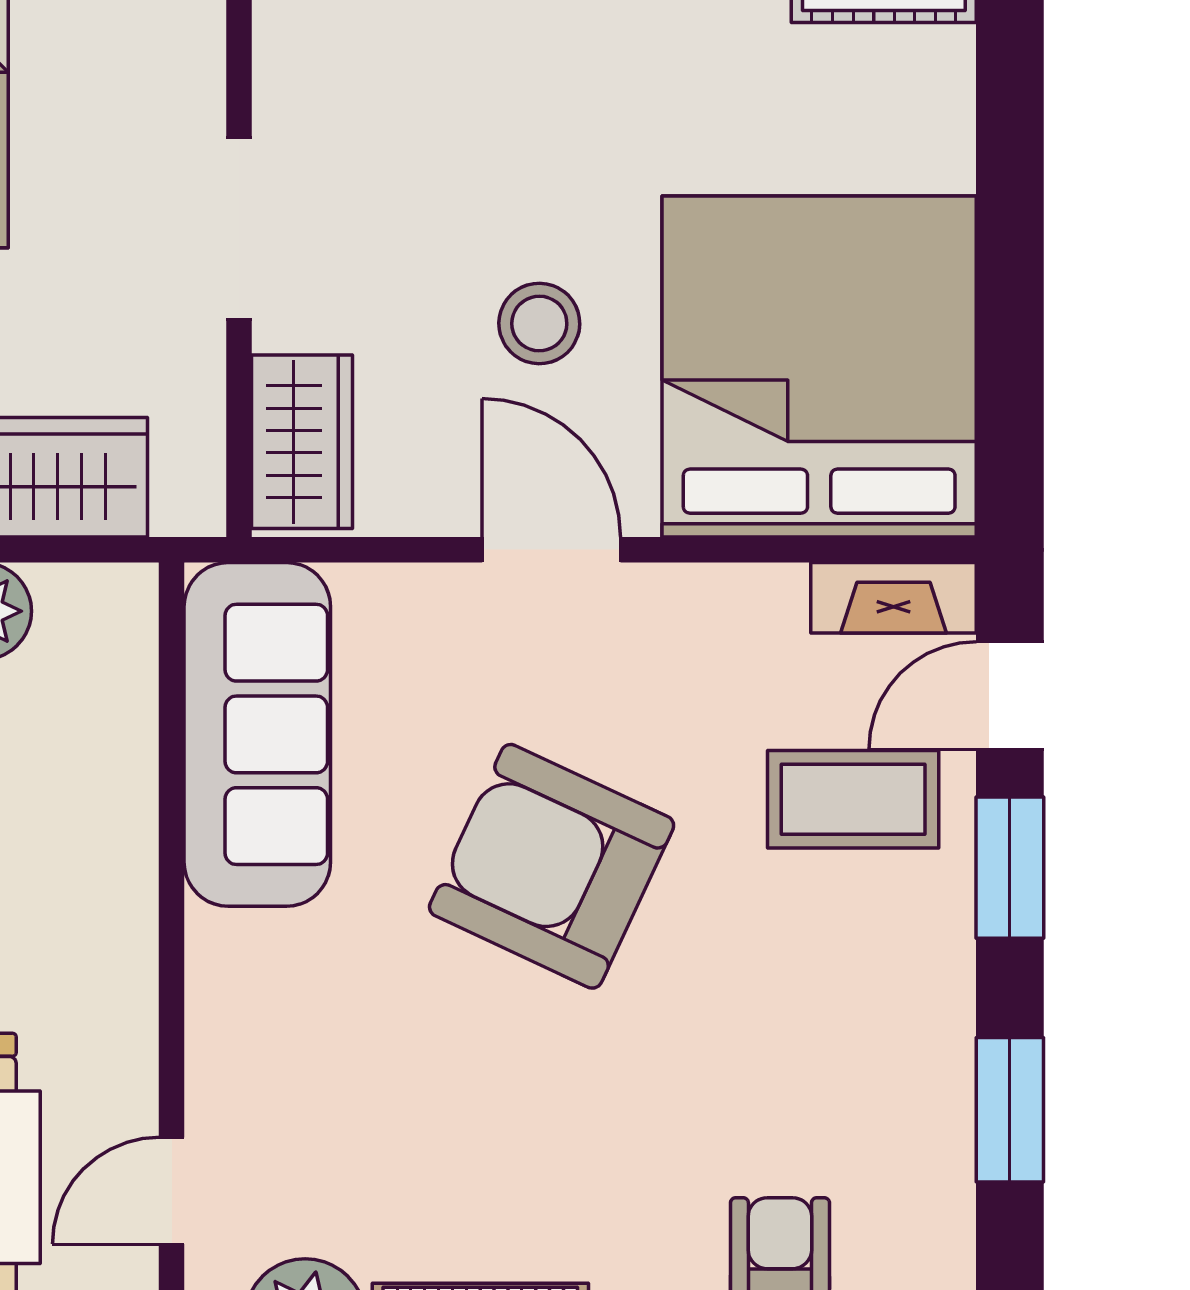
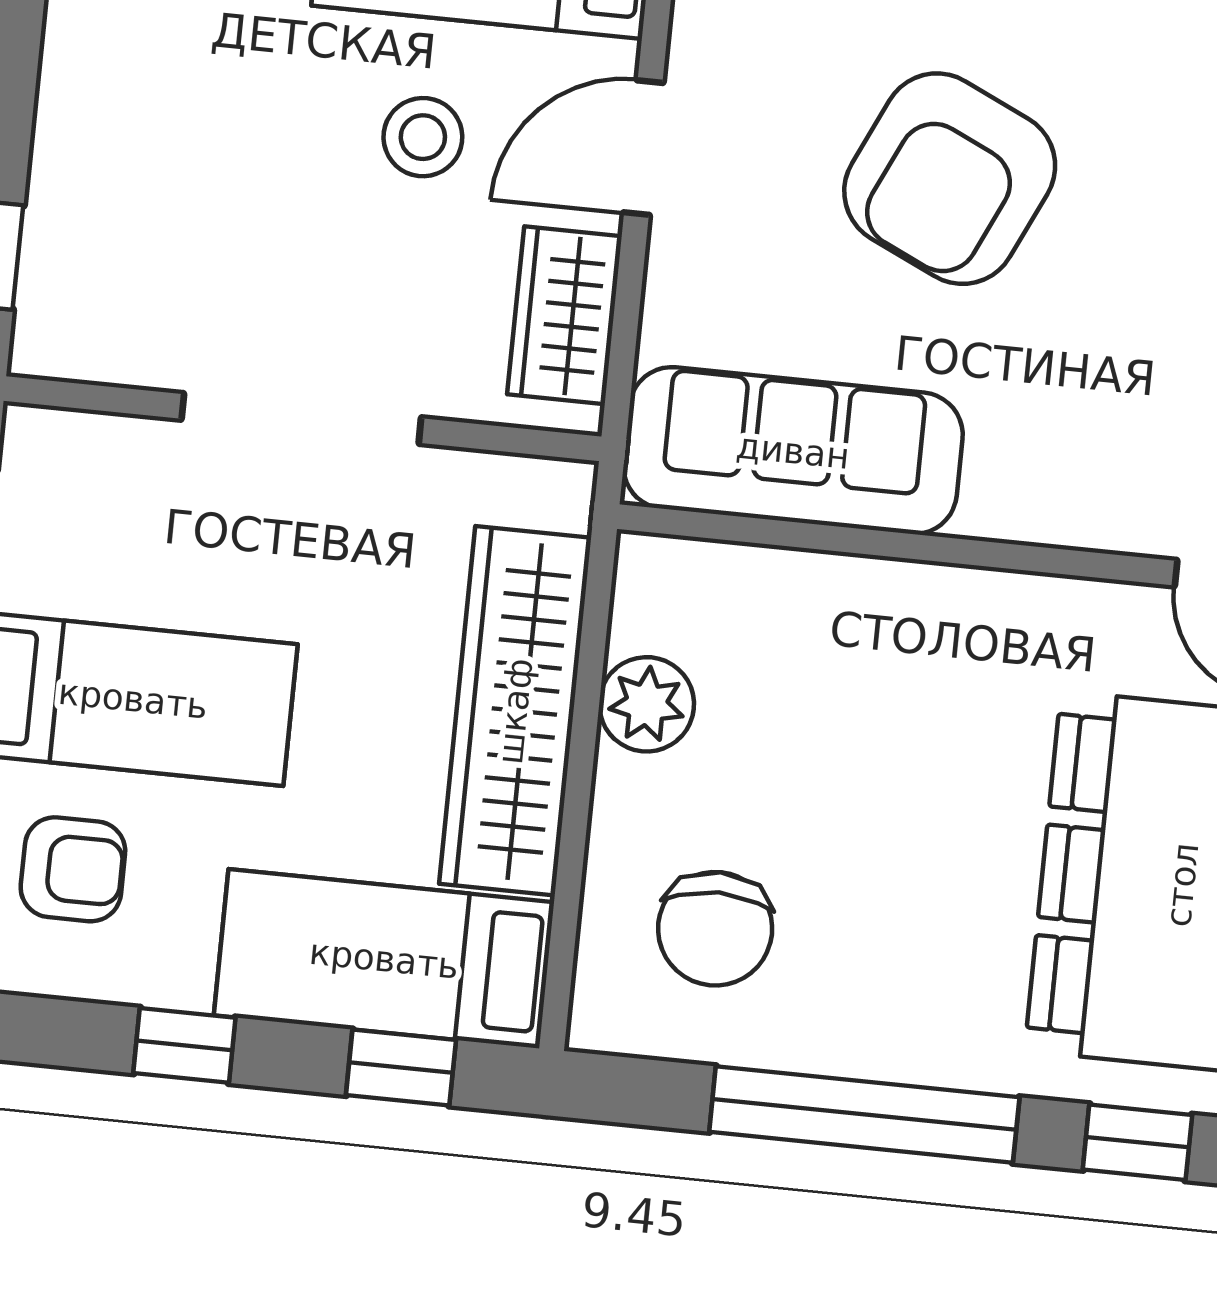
doorway: (239, 228) -> (301, 419), width x1.36
wardrobe: (302, 442) -> (565, 315), moved, turned -90

